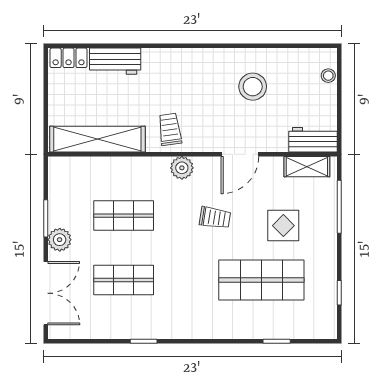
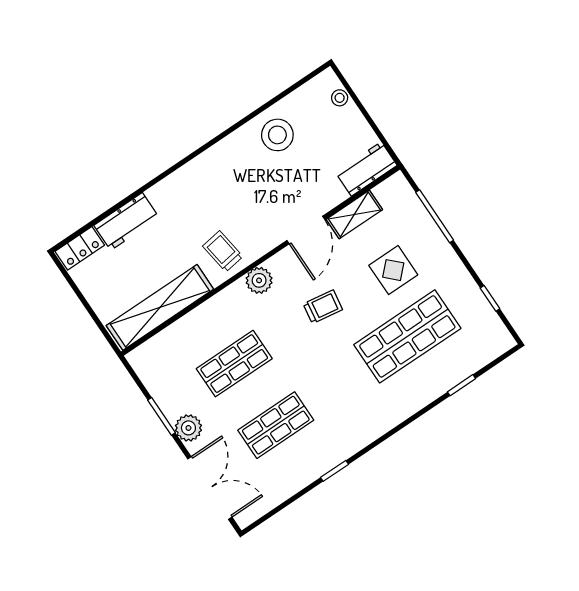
stool: (253, 87) -> (277, 135), moved
shelving: (307, 167) -> (354, 214), moved

